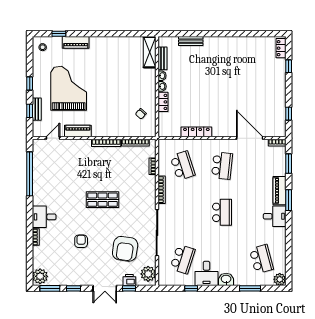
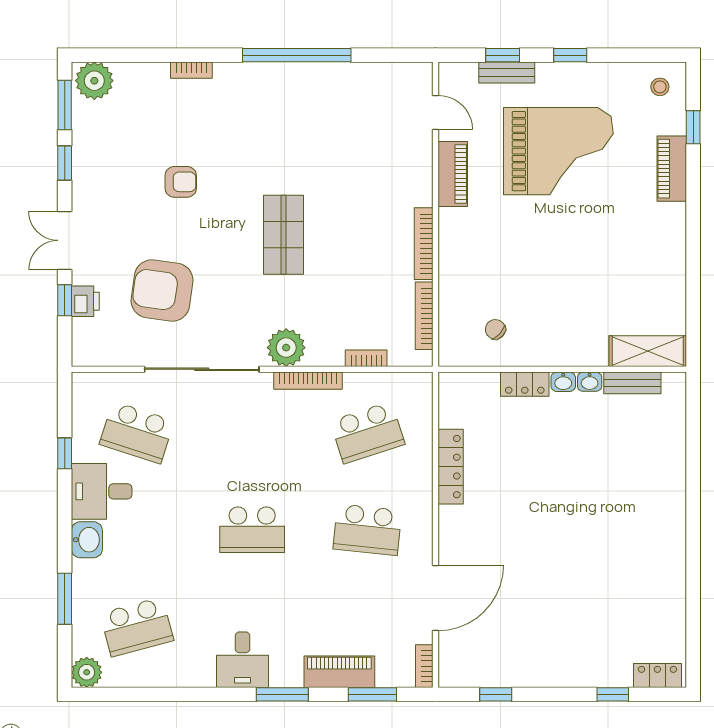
bench: (191, 41) -> (675, 453), removed
window: (30, 174) -> (297, 55), moved
piano: (279, 191) -> (339, 672), moved
desk: (44, 217) -> (241, 91), removed
plant: (148, 274) -> (286, 348), moved

